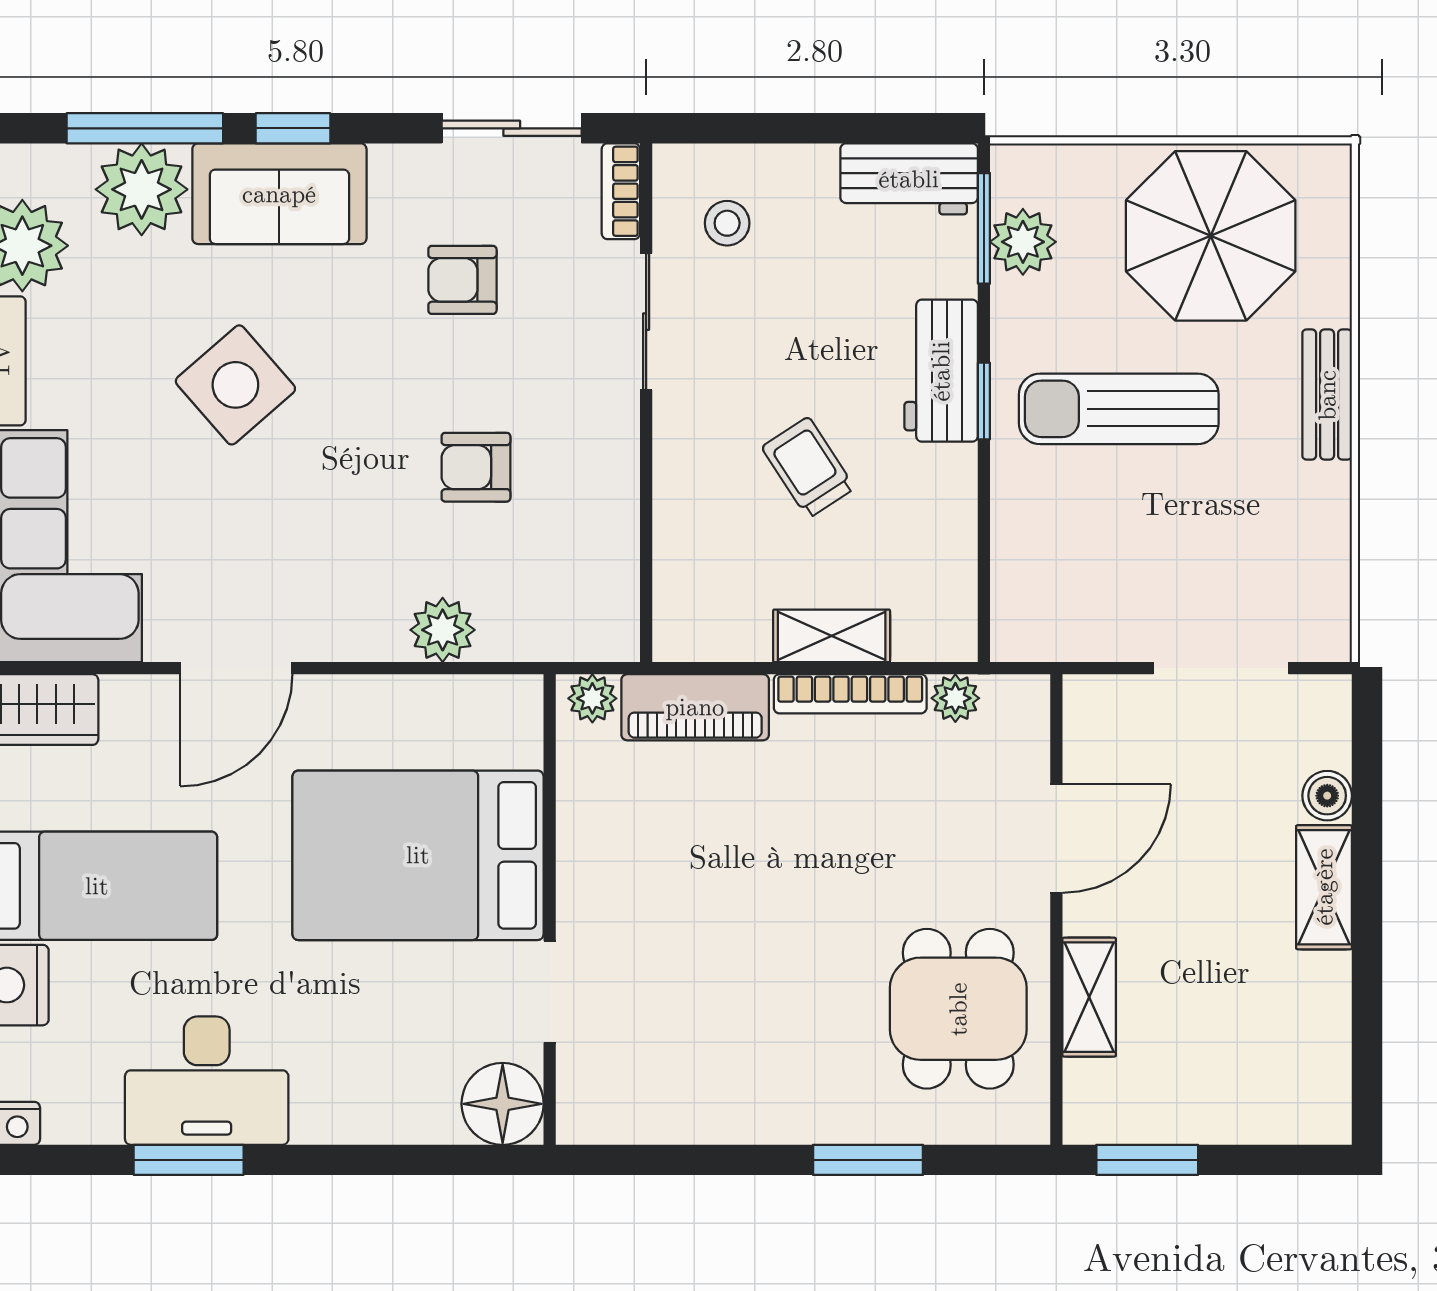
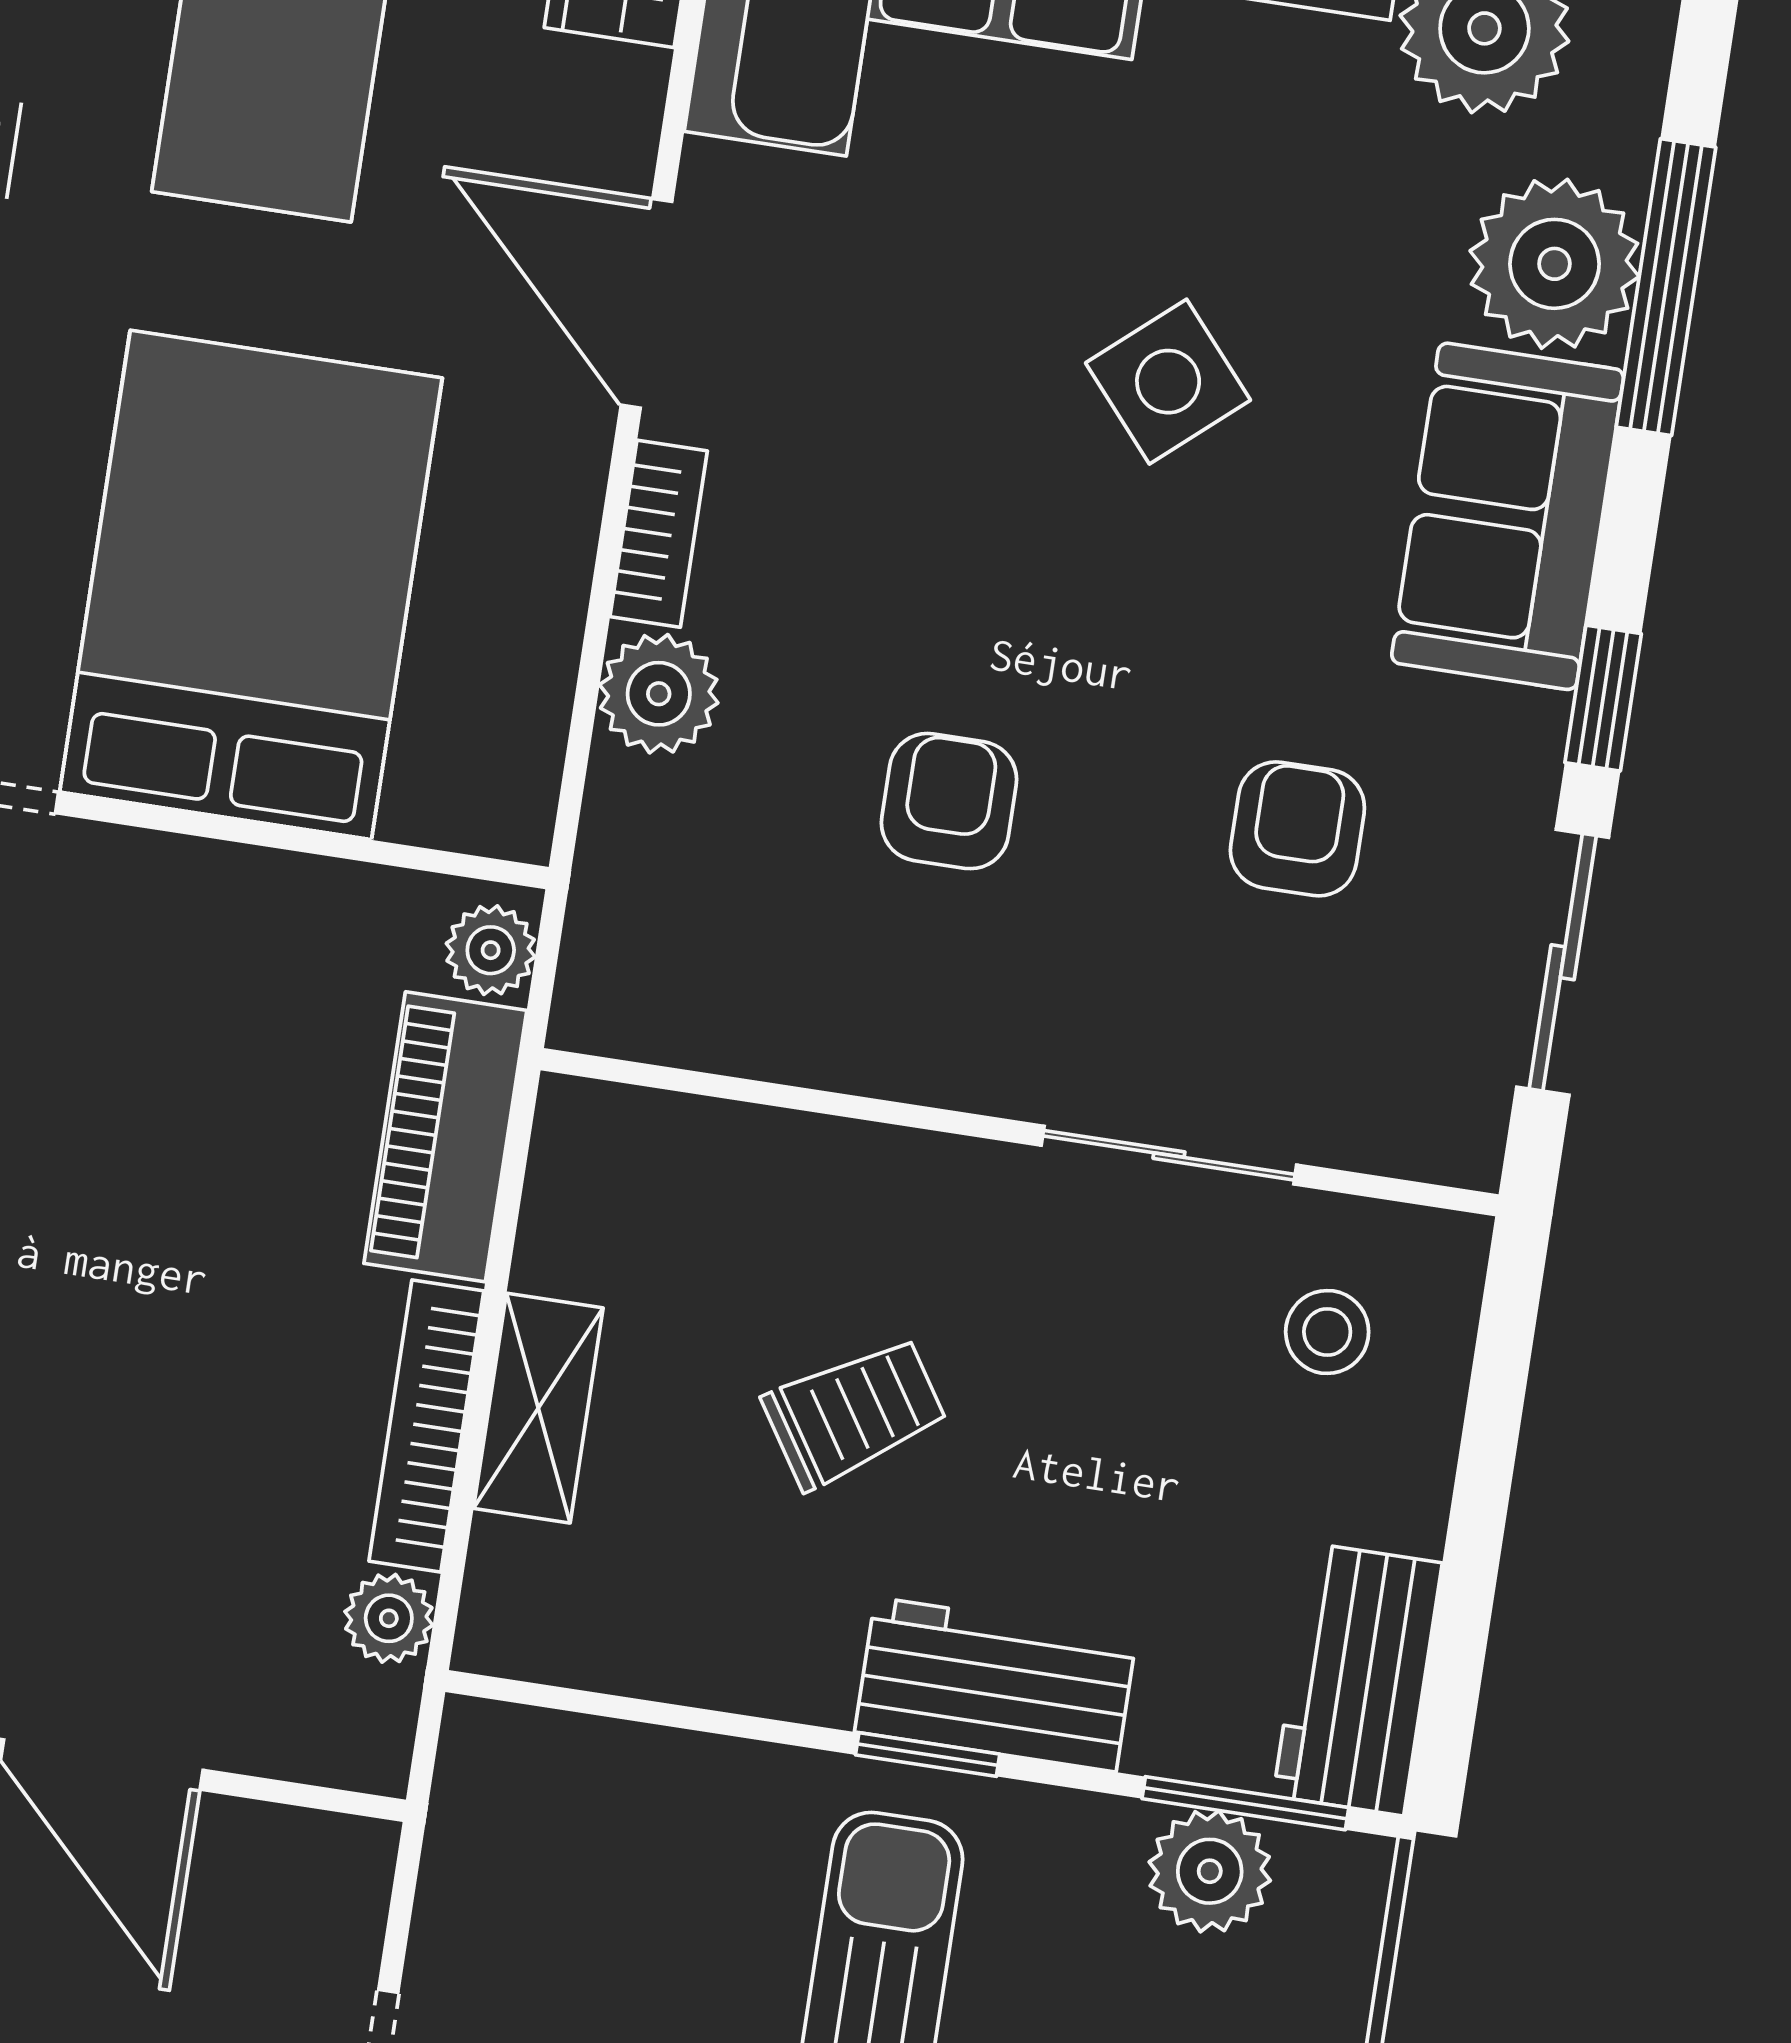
window: (293, 128) -> (1603, 698), moved
bookcase: (621, 191) -> (659, 534), moved, turned 90
side table: (235, 385) -> (1168, 382), width x0.73, depth x0.73

